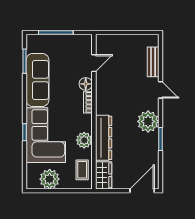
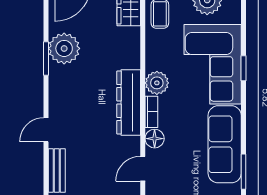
door: (160, 90) -> (46, 130), hinge flipped
plant: (148, 121) -> (64, 48), moved
dresser: (104, 138) -> (129, 102), moved
plant: (84, 140) -> (157, 83), moved

